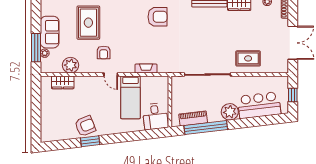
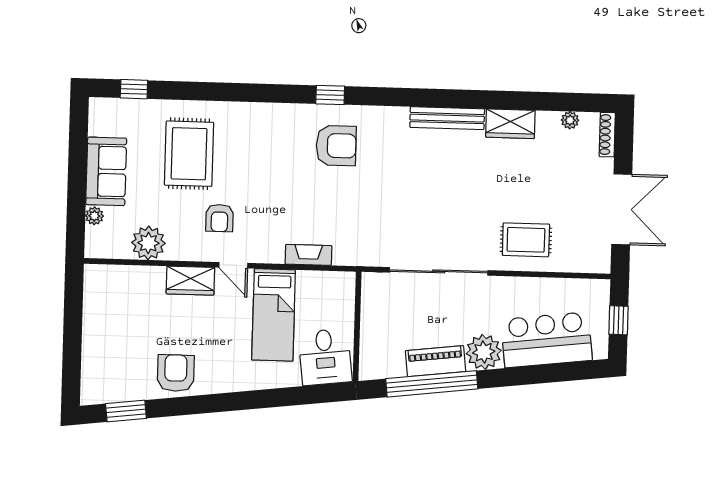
window: (36, 48) -> (76, 204), removed
wardrobe: (63, 82) -> (190, 281), moved
piano: (193, 118) -> (435, 361), moved
armchair: (85, 126) -> (176, 373), turned -68
window: (90, 141) -> (126, 411), moved

